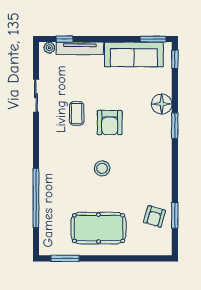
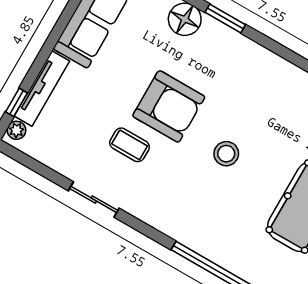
sliding door: (36, 96) -> (94, 199), moved
armchair: (110, 123) -> (169, 106), width x1.36, depth x1.36

